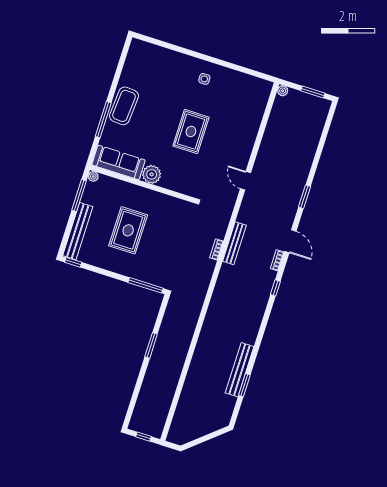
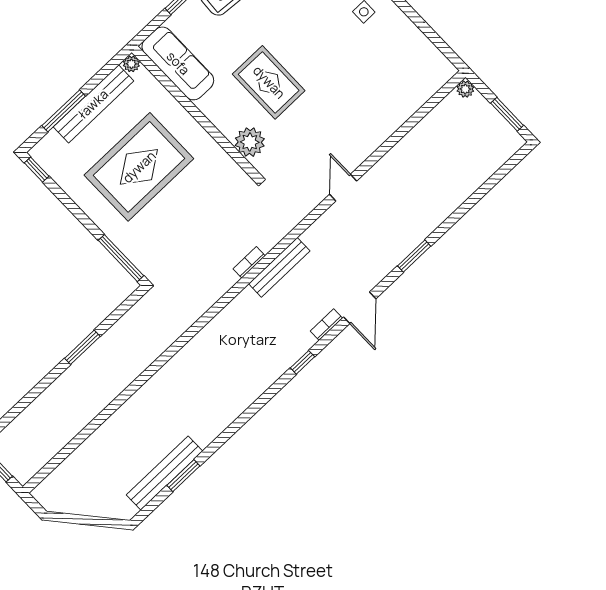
rug: (191, 132) -> (269, 82), moved, turned 90
plant: (152, 174) -> (250, 142), moved
window: (79, 196) -> (64, 111), moved
rug: (128, 230) -> (139, 167), width x1.37, depth x1.44
bench: (78, 231) -> (93, 104), moved
bench: (240, 370) -> (165, 473), moved

